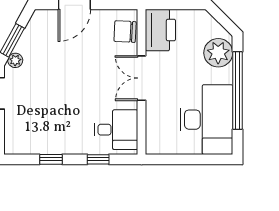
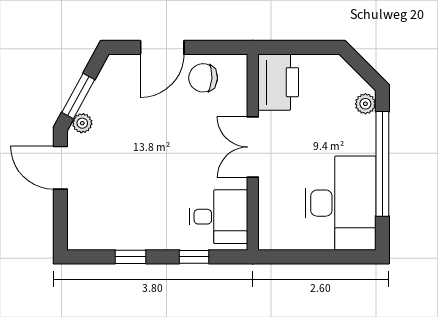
chair: (125, 32) -> (203, 78), moved
plant: (218, 53) -> (365, 104), width x0.53, depth x0.53

